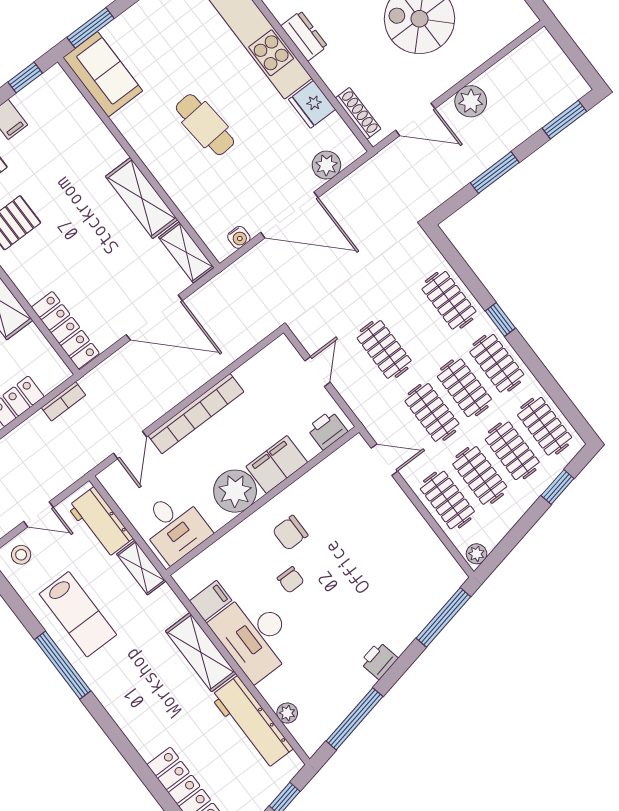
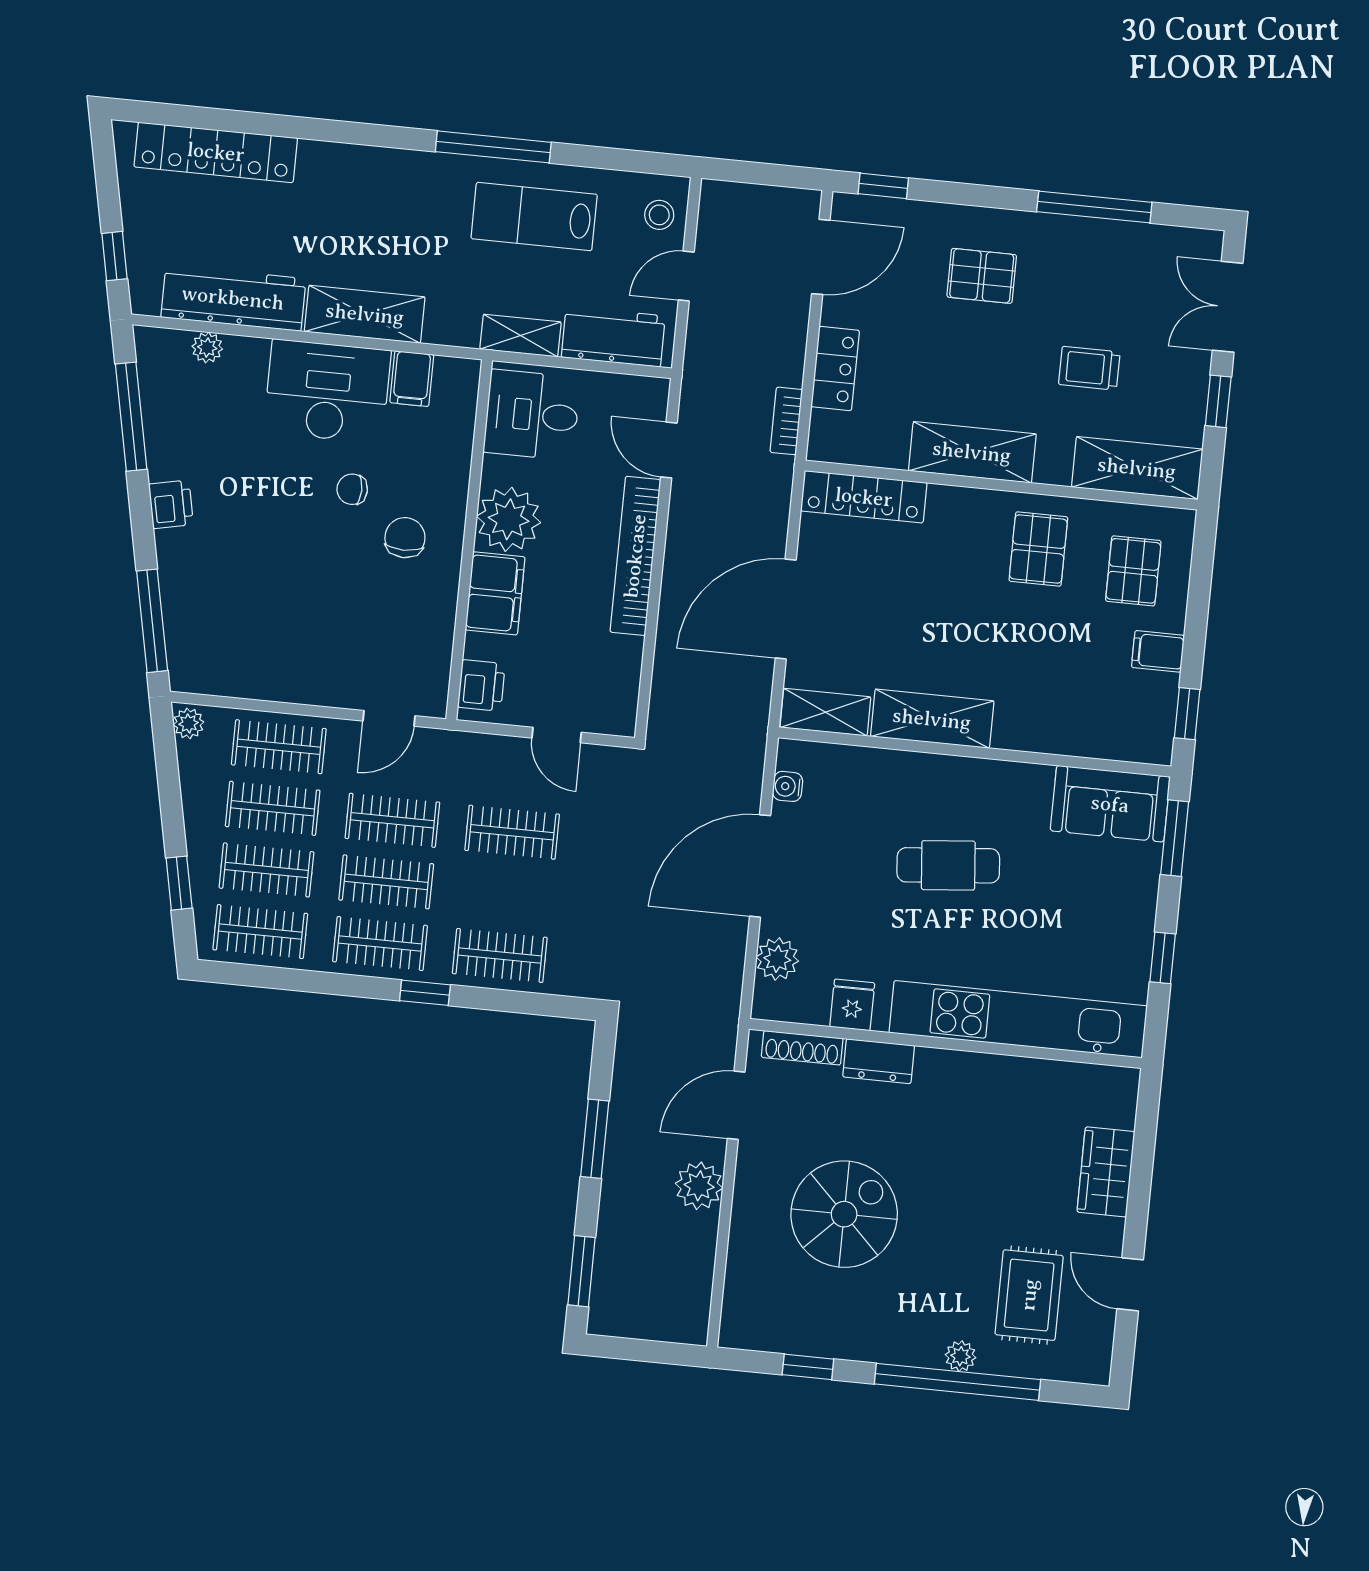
dresser: (304, 36) -> (879, 1061), moved
fridge: (312, 104) -> (852, 1005), width x0.72

